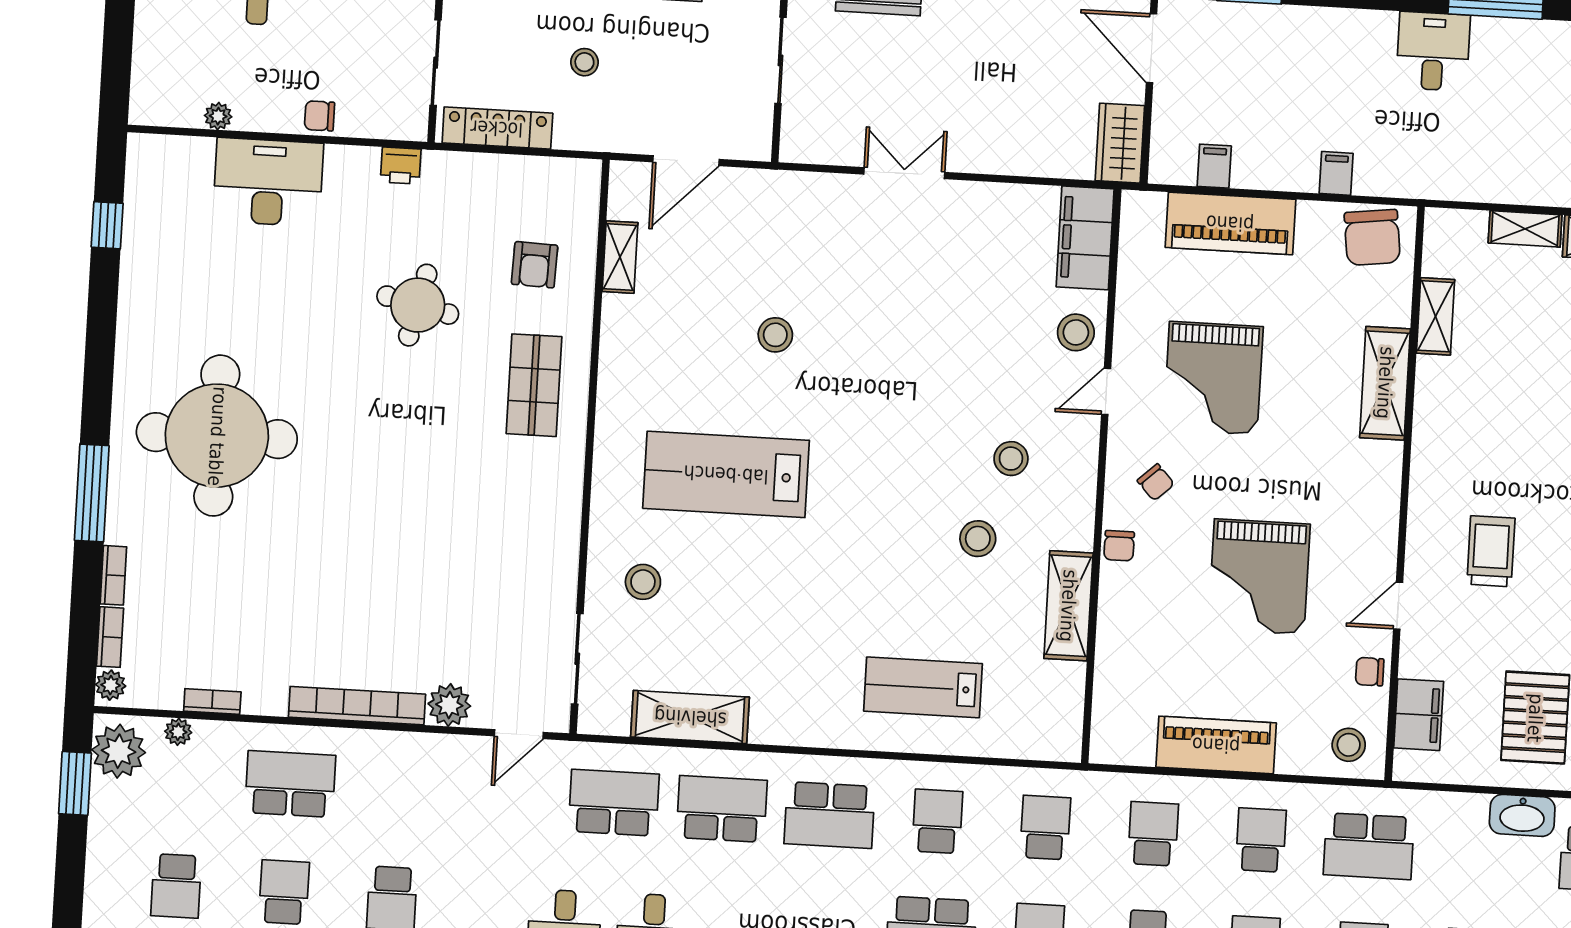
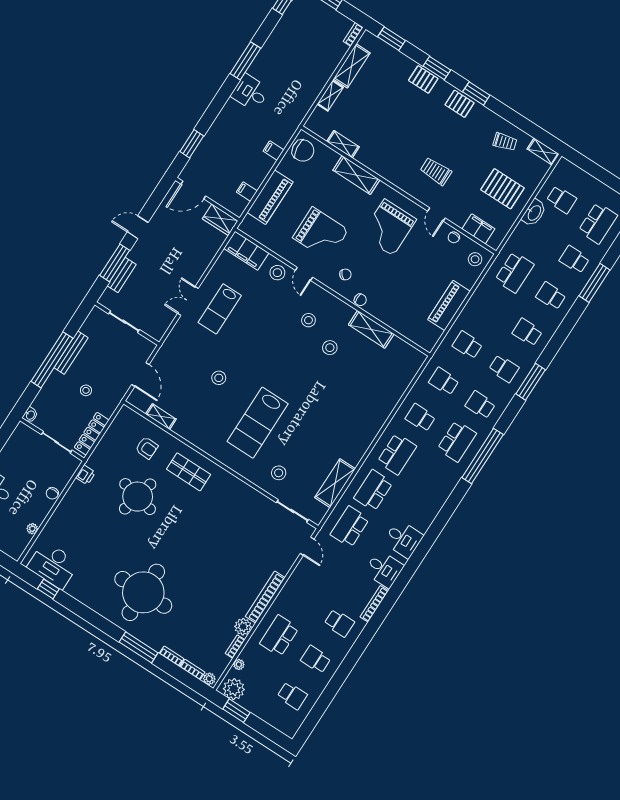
desk: (268, 182) -> (53, 565), moved, turned -90
round table: (418, 305) -> (138, 497), width x1.36, depth x1.36
grand piano: (1259, 577) -> (389, 227), moved, turned 90
lab bench: (923, 687) -> (220, 309), moved
plant: (449, 705) -> (243, 627), moved
school desk: (1261, 840) -> (491, 309), removed

